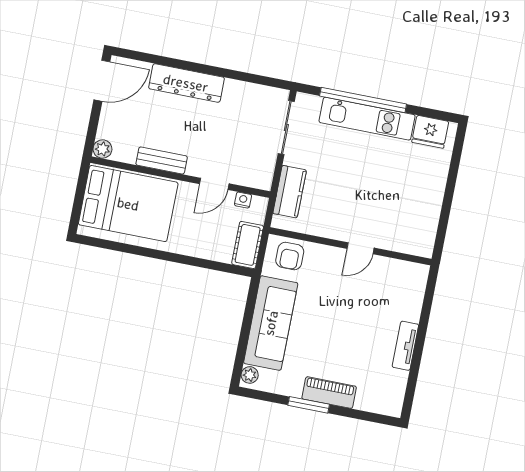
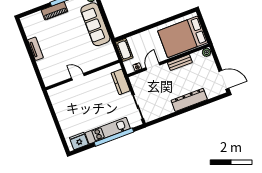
door: (102, 81) -> (224, 80), swing flipped
door: (361, 248) -> (78, 77), hinge flipped
armchair: (290, 256) -> (104, 56), removed

